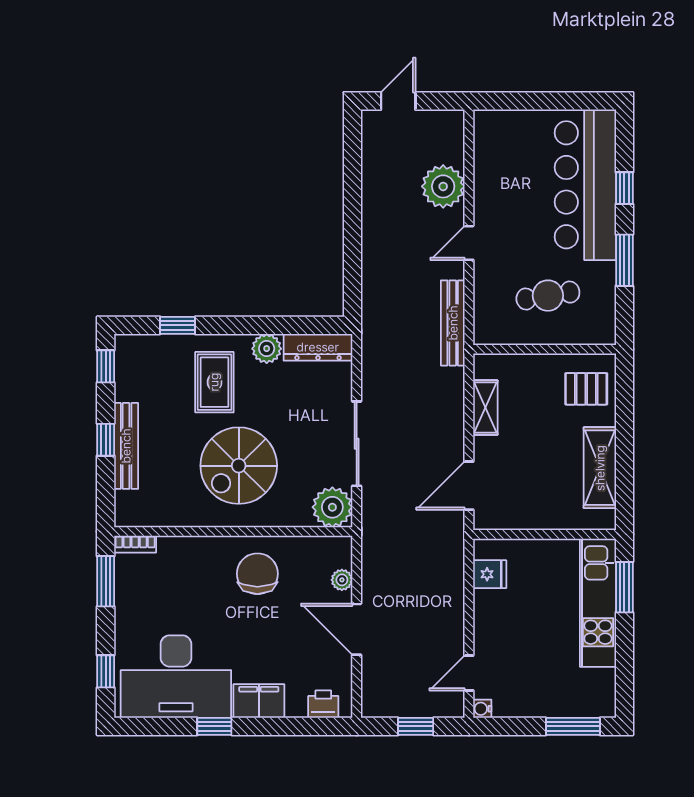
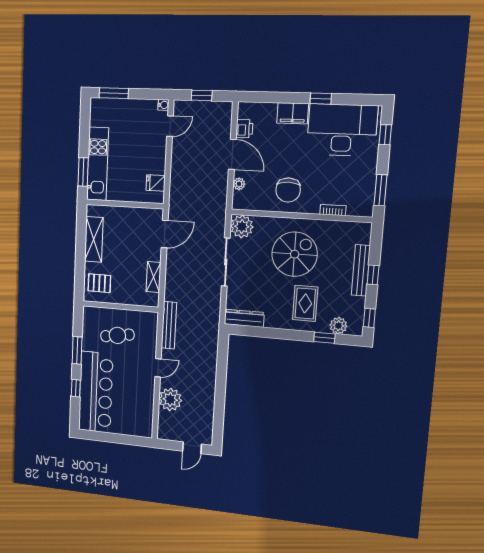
plant: (267, 349) -> (338, 326), moved
bookcase: (135, 544) -> (333, 210), moved
printer: (323, 704) -> (244, 129), moved, turned -90

